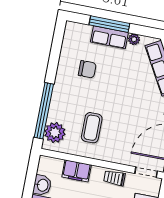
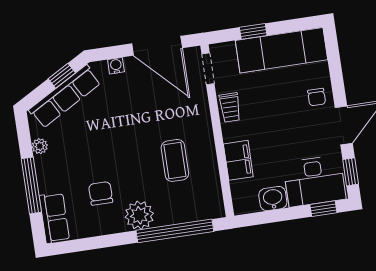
row of seats: (109, 37) -> (54, 218), moved
coffee table: (92, 128) -> (175, 160), turned 90
plant: (55, 133) -> (139, 215), moved

